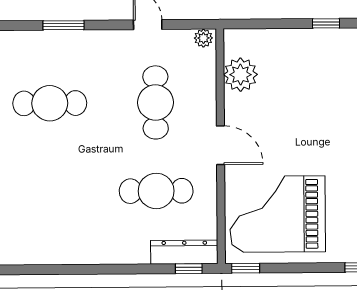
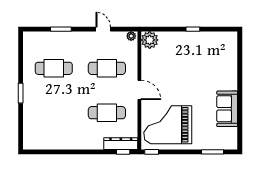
plant: (240, 75) -> (150, 40), moved
cafe table: (156, 102) -> (107, 68), turned 90

